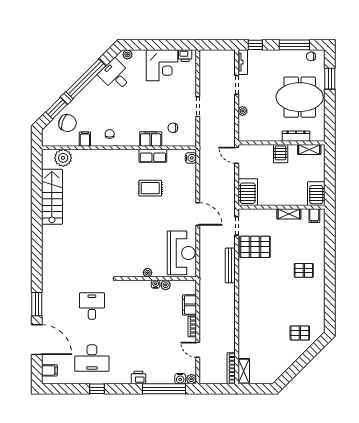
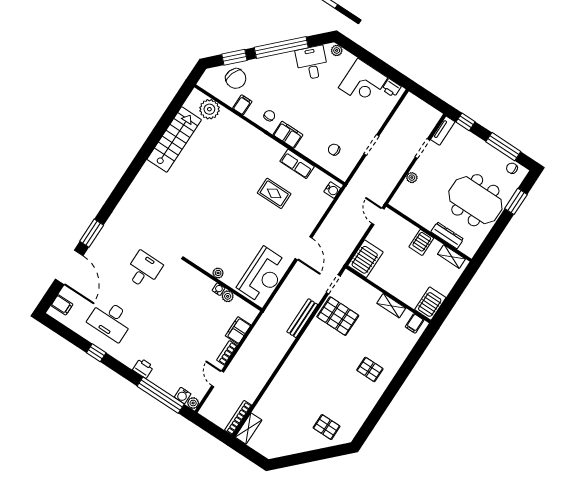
filing cabinet: (151, 139) -> (288, 135), moved

